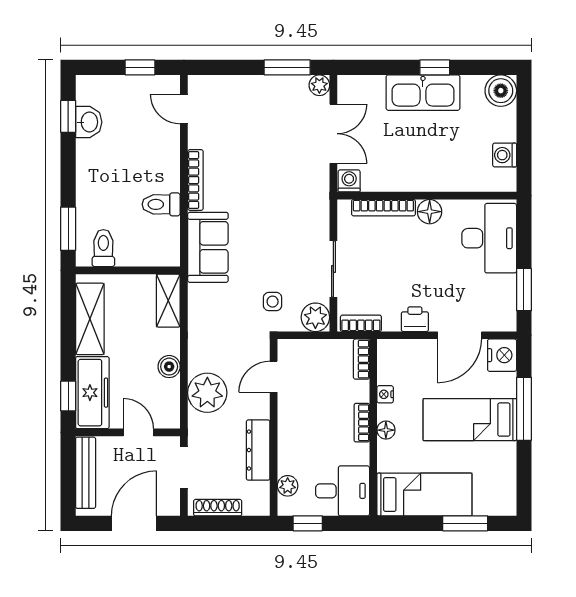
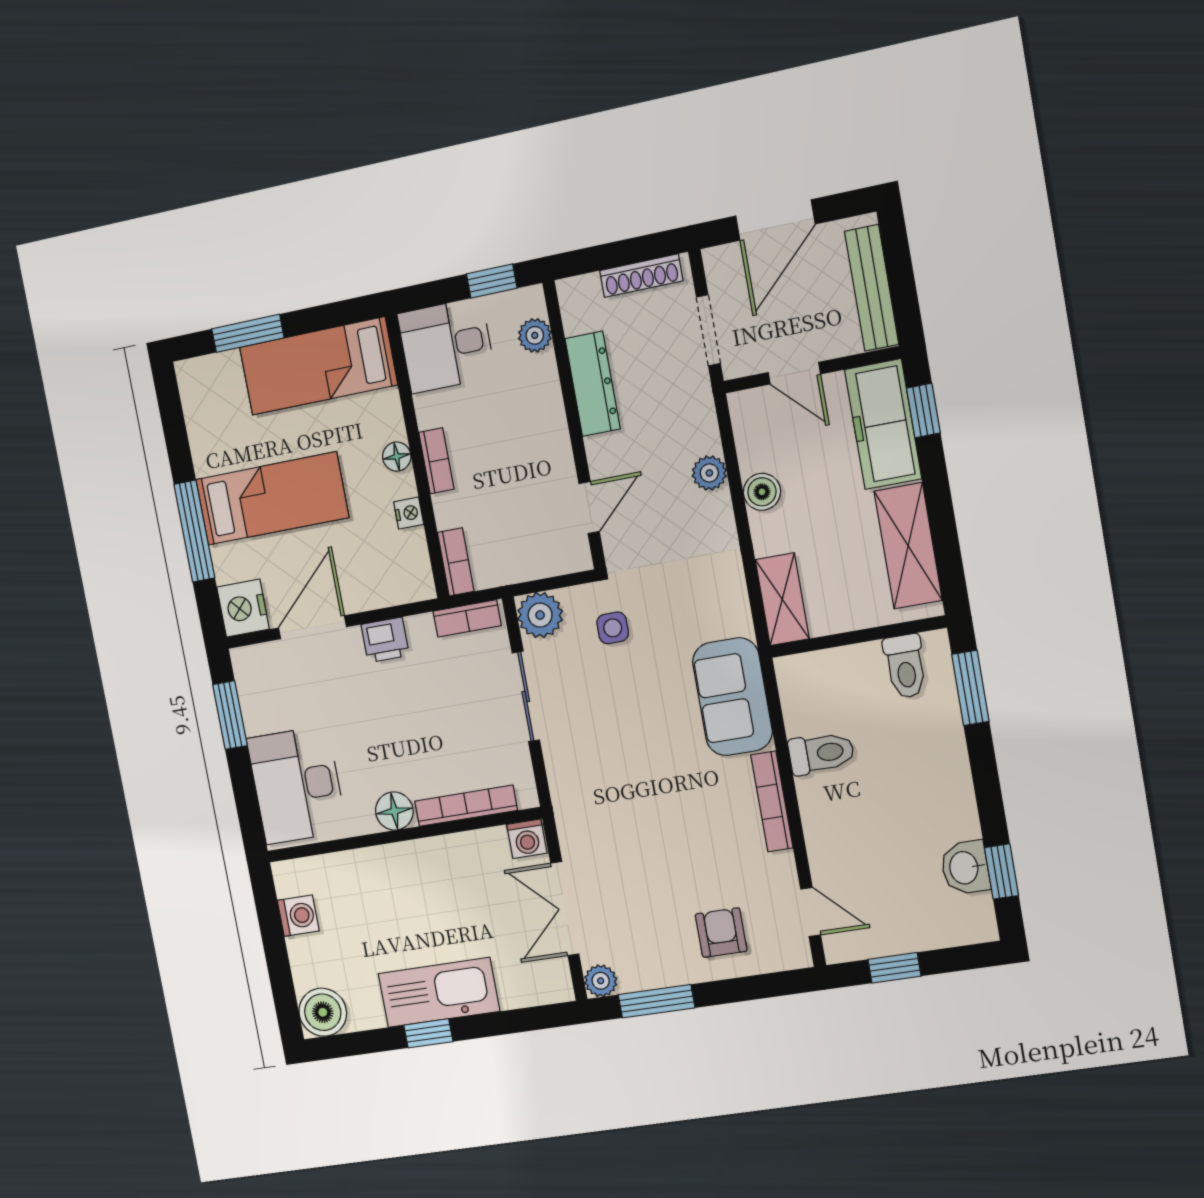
armchair: (240, 104) -> (721, 933), added
plant: (207, 393) -> (709, 473), width x0.53, depth x0.53

